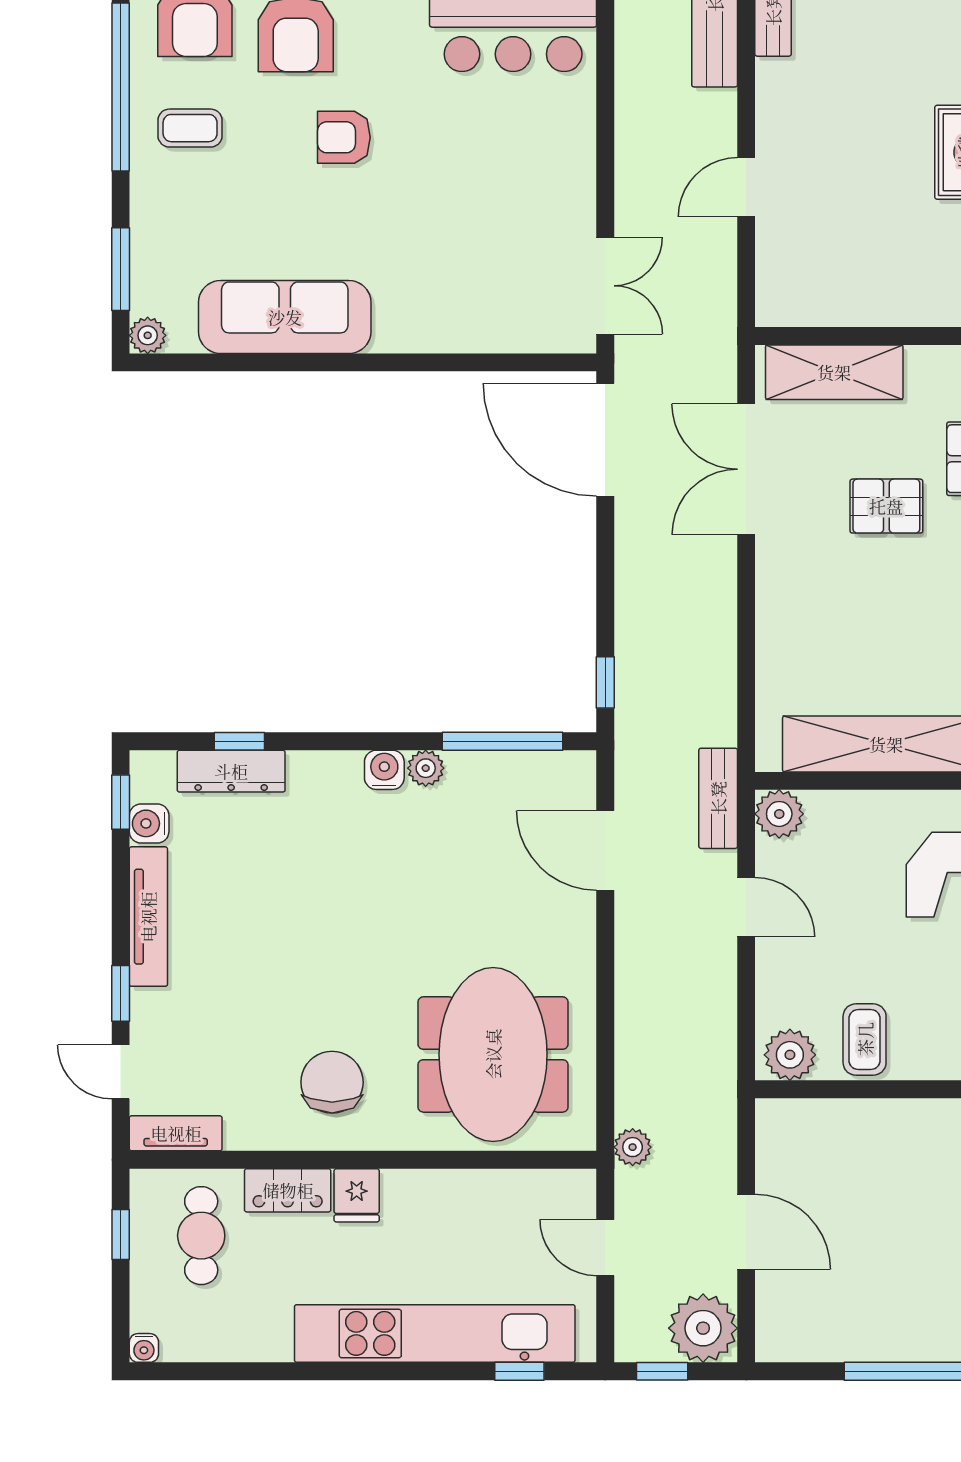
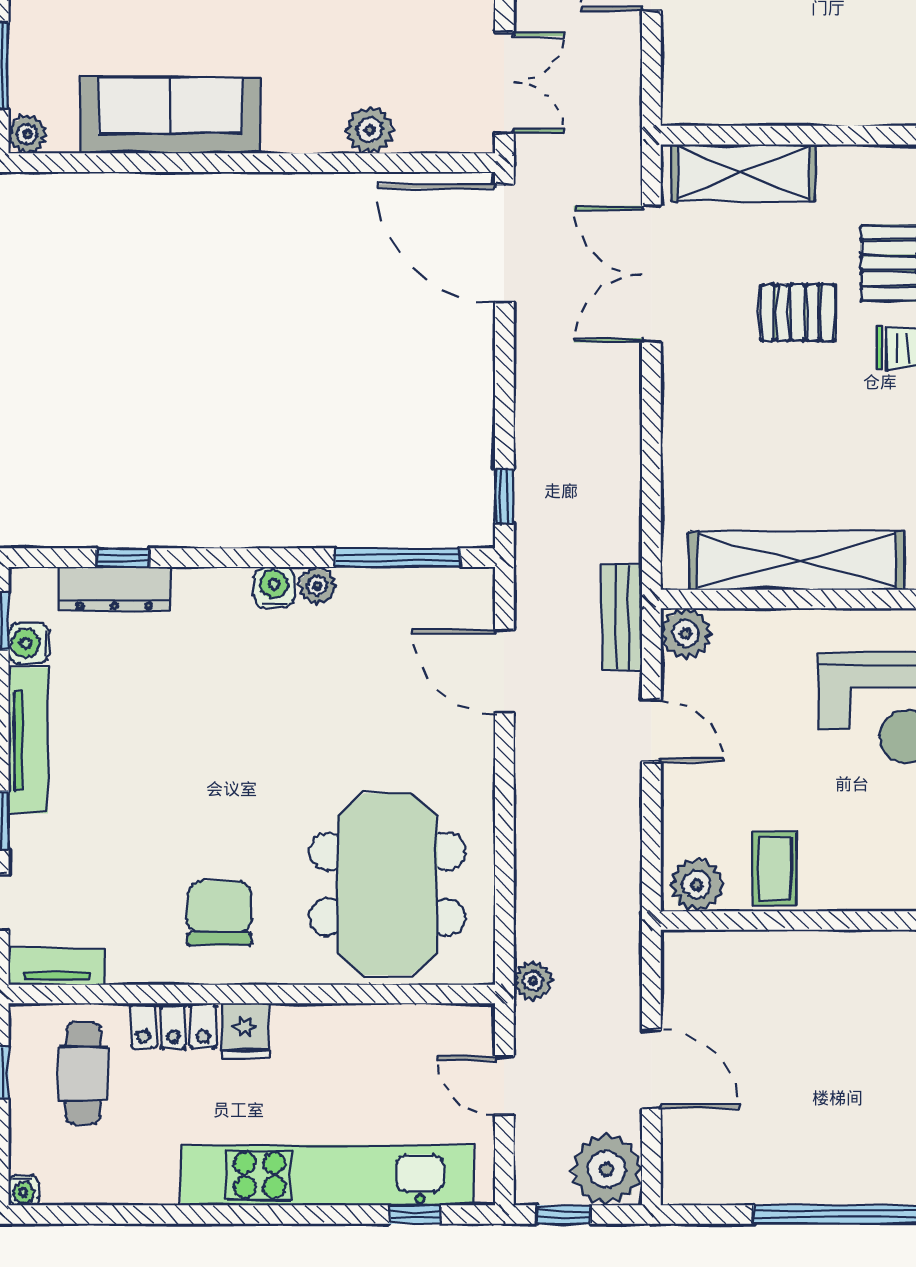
plant: (476, 331) -> (370, 130), added

